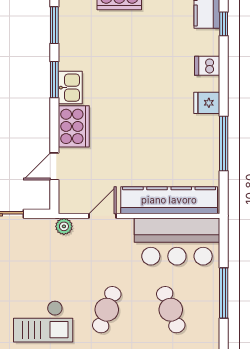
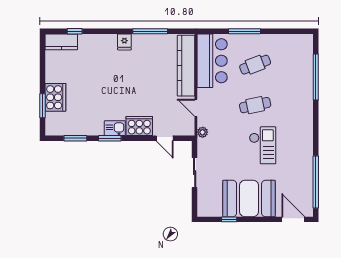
dishwasher: (207, 66) -> (101, 42), removed
cafe table: (107, 310) -> (255, 105), turned -33

